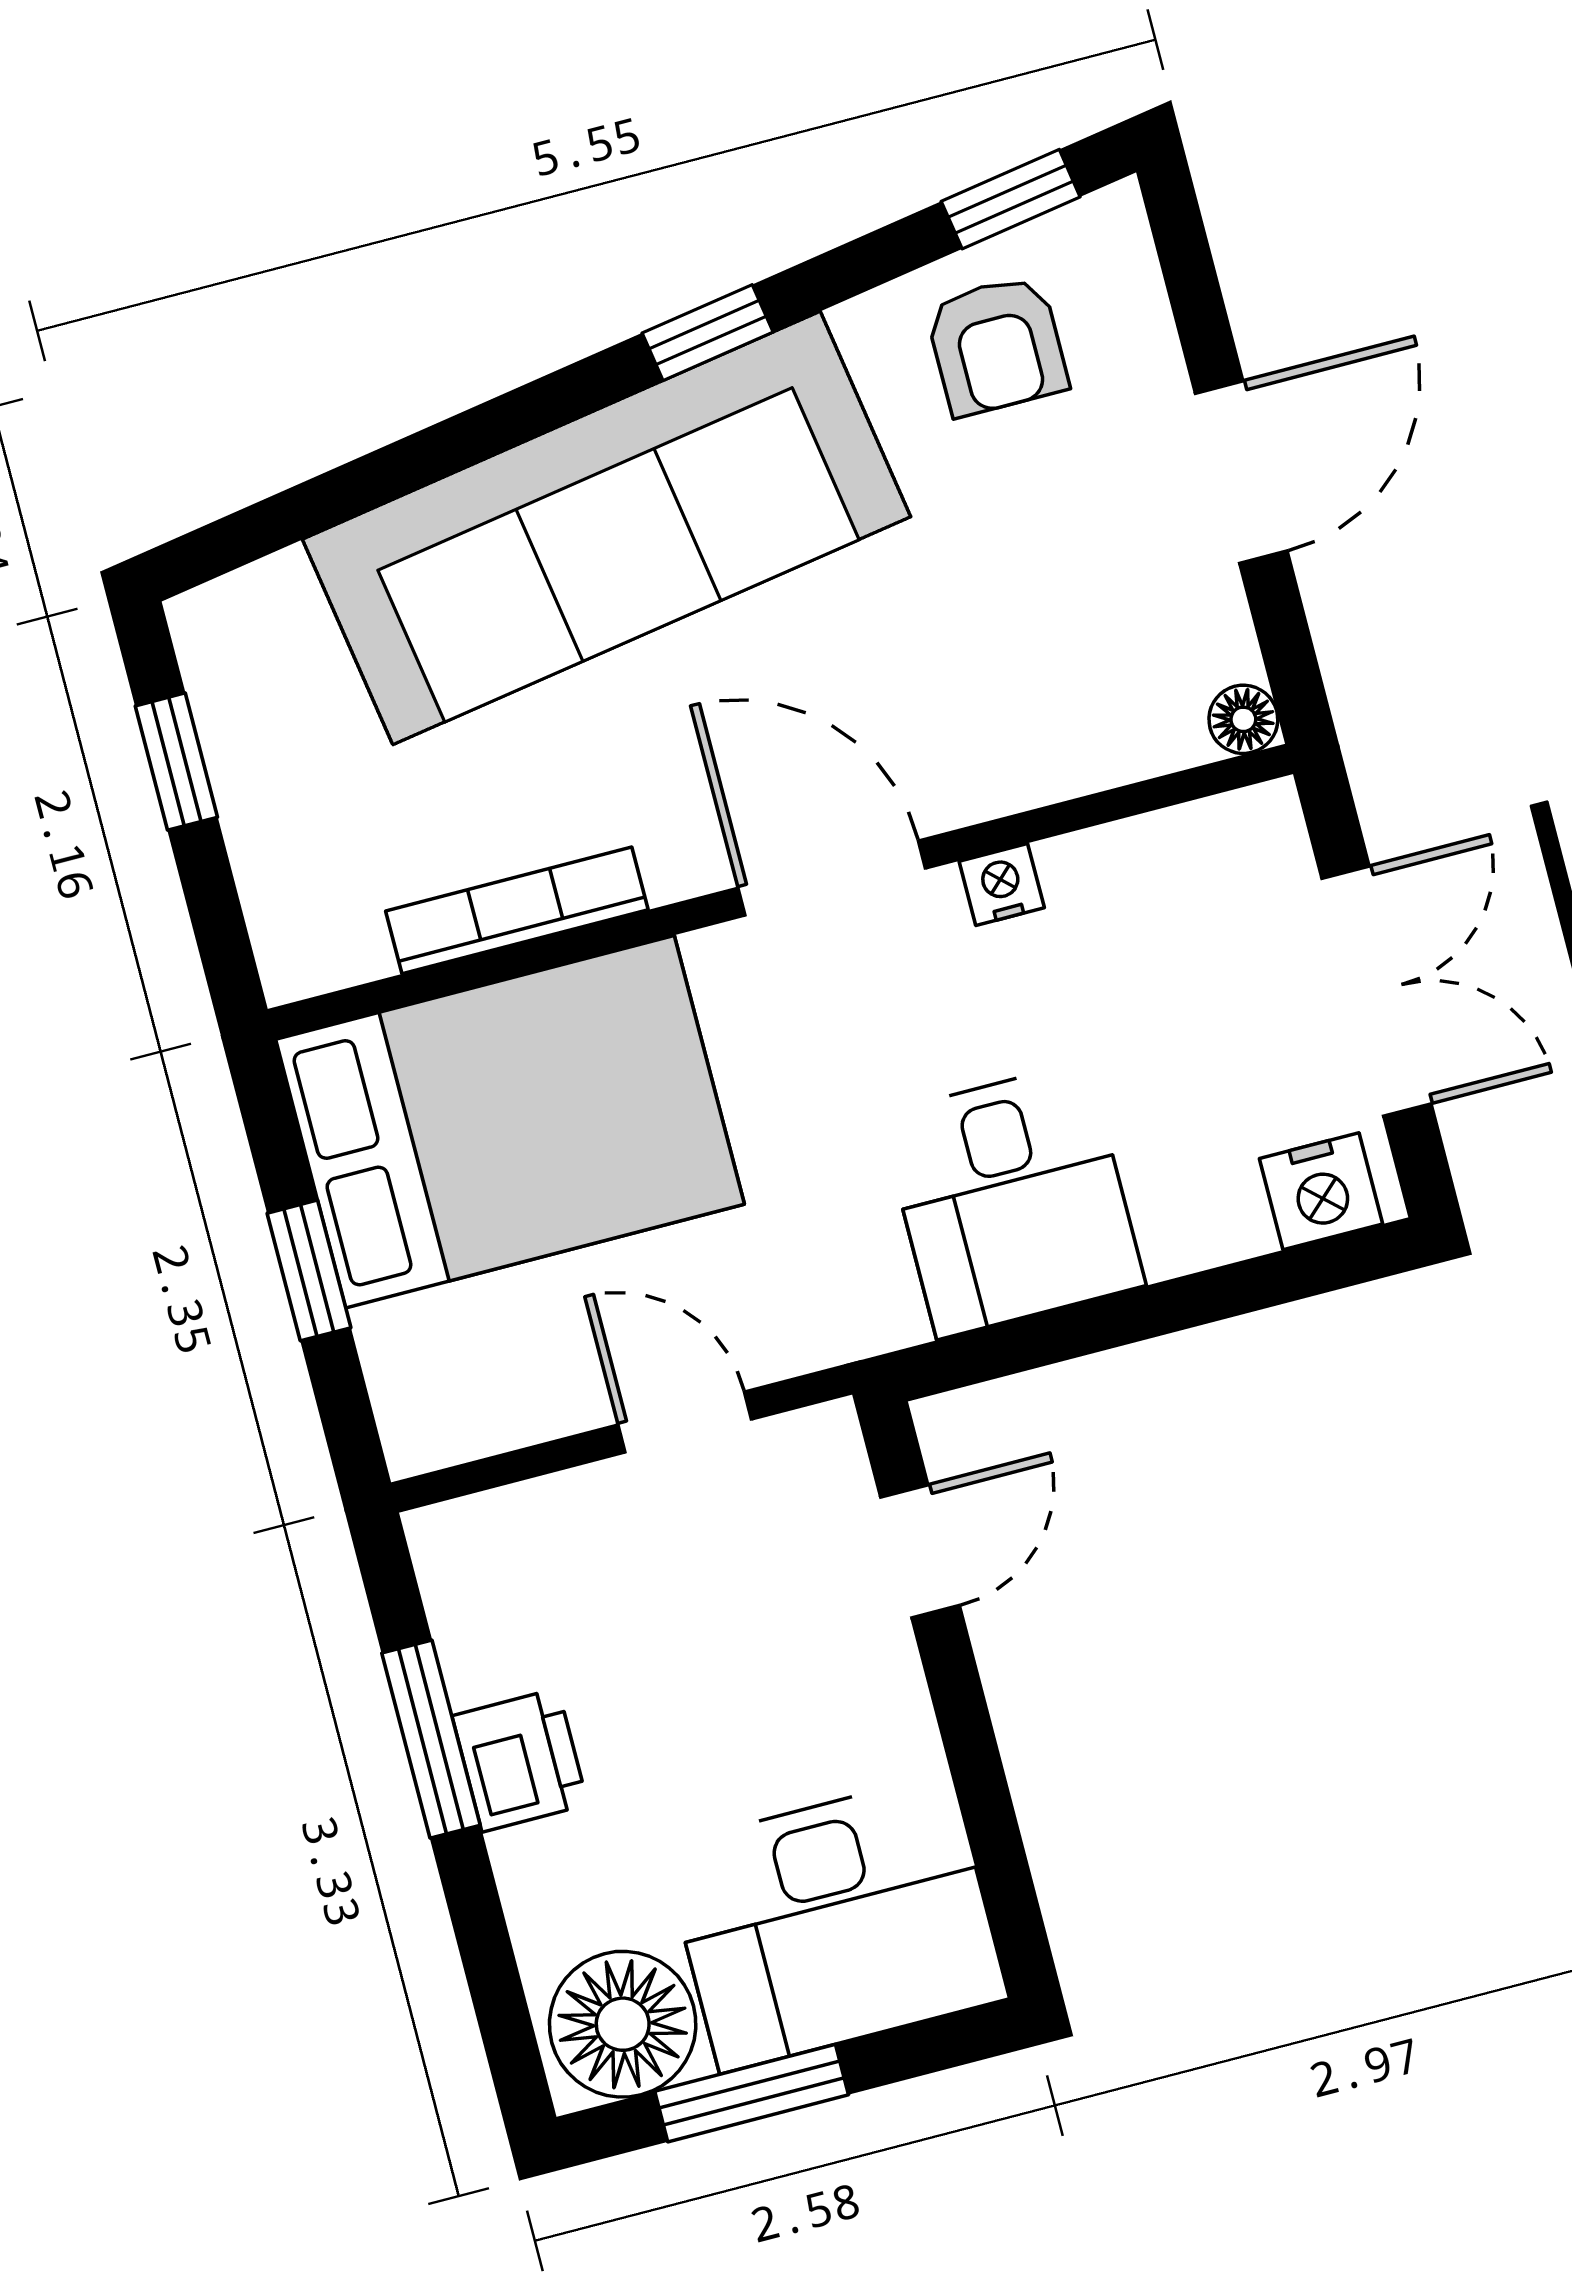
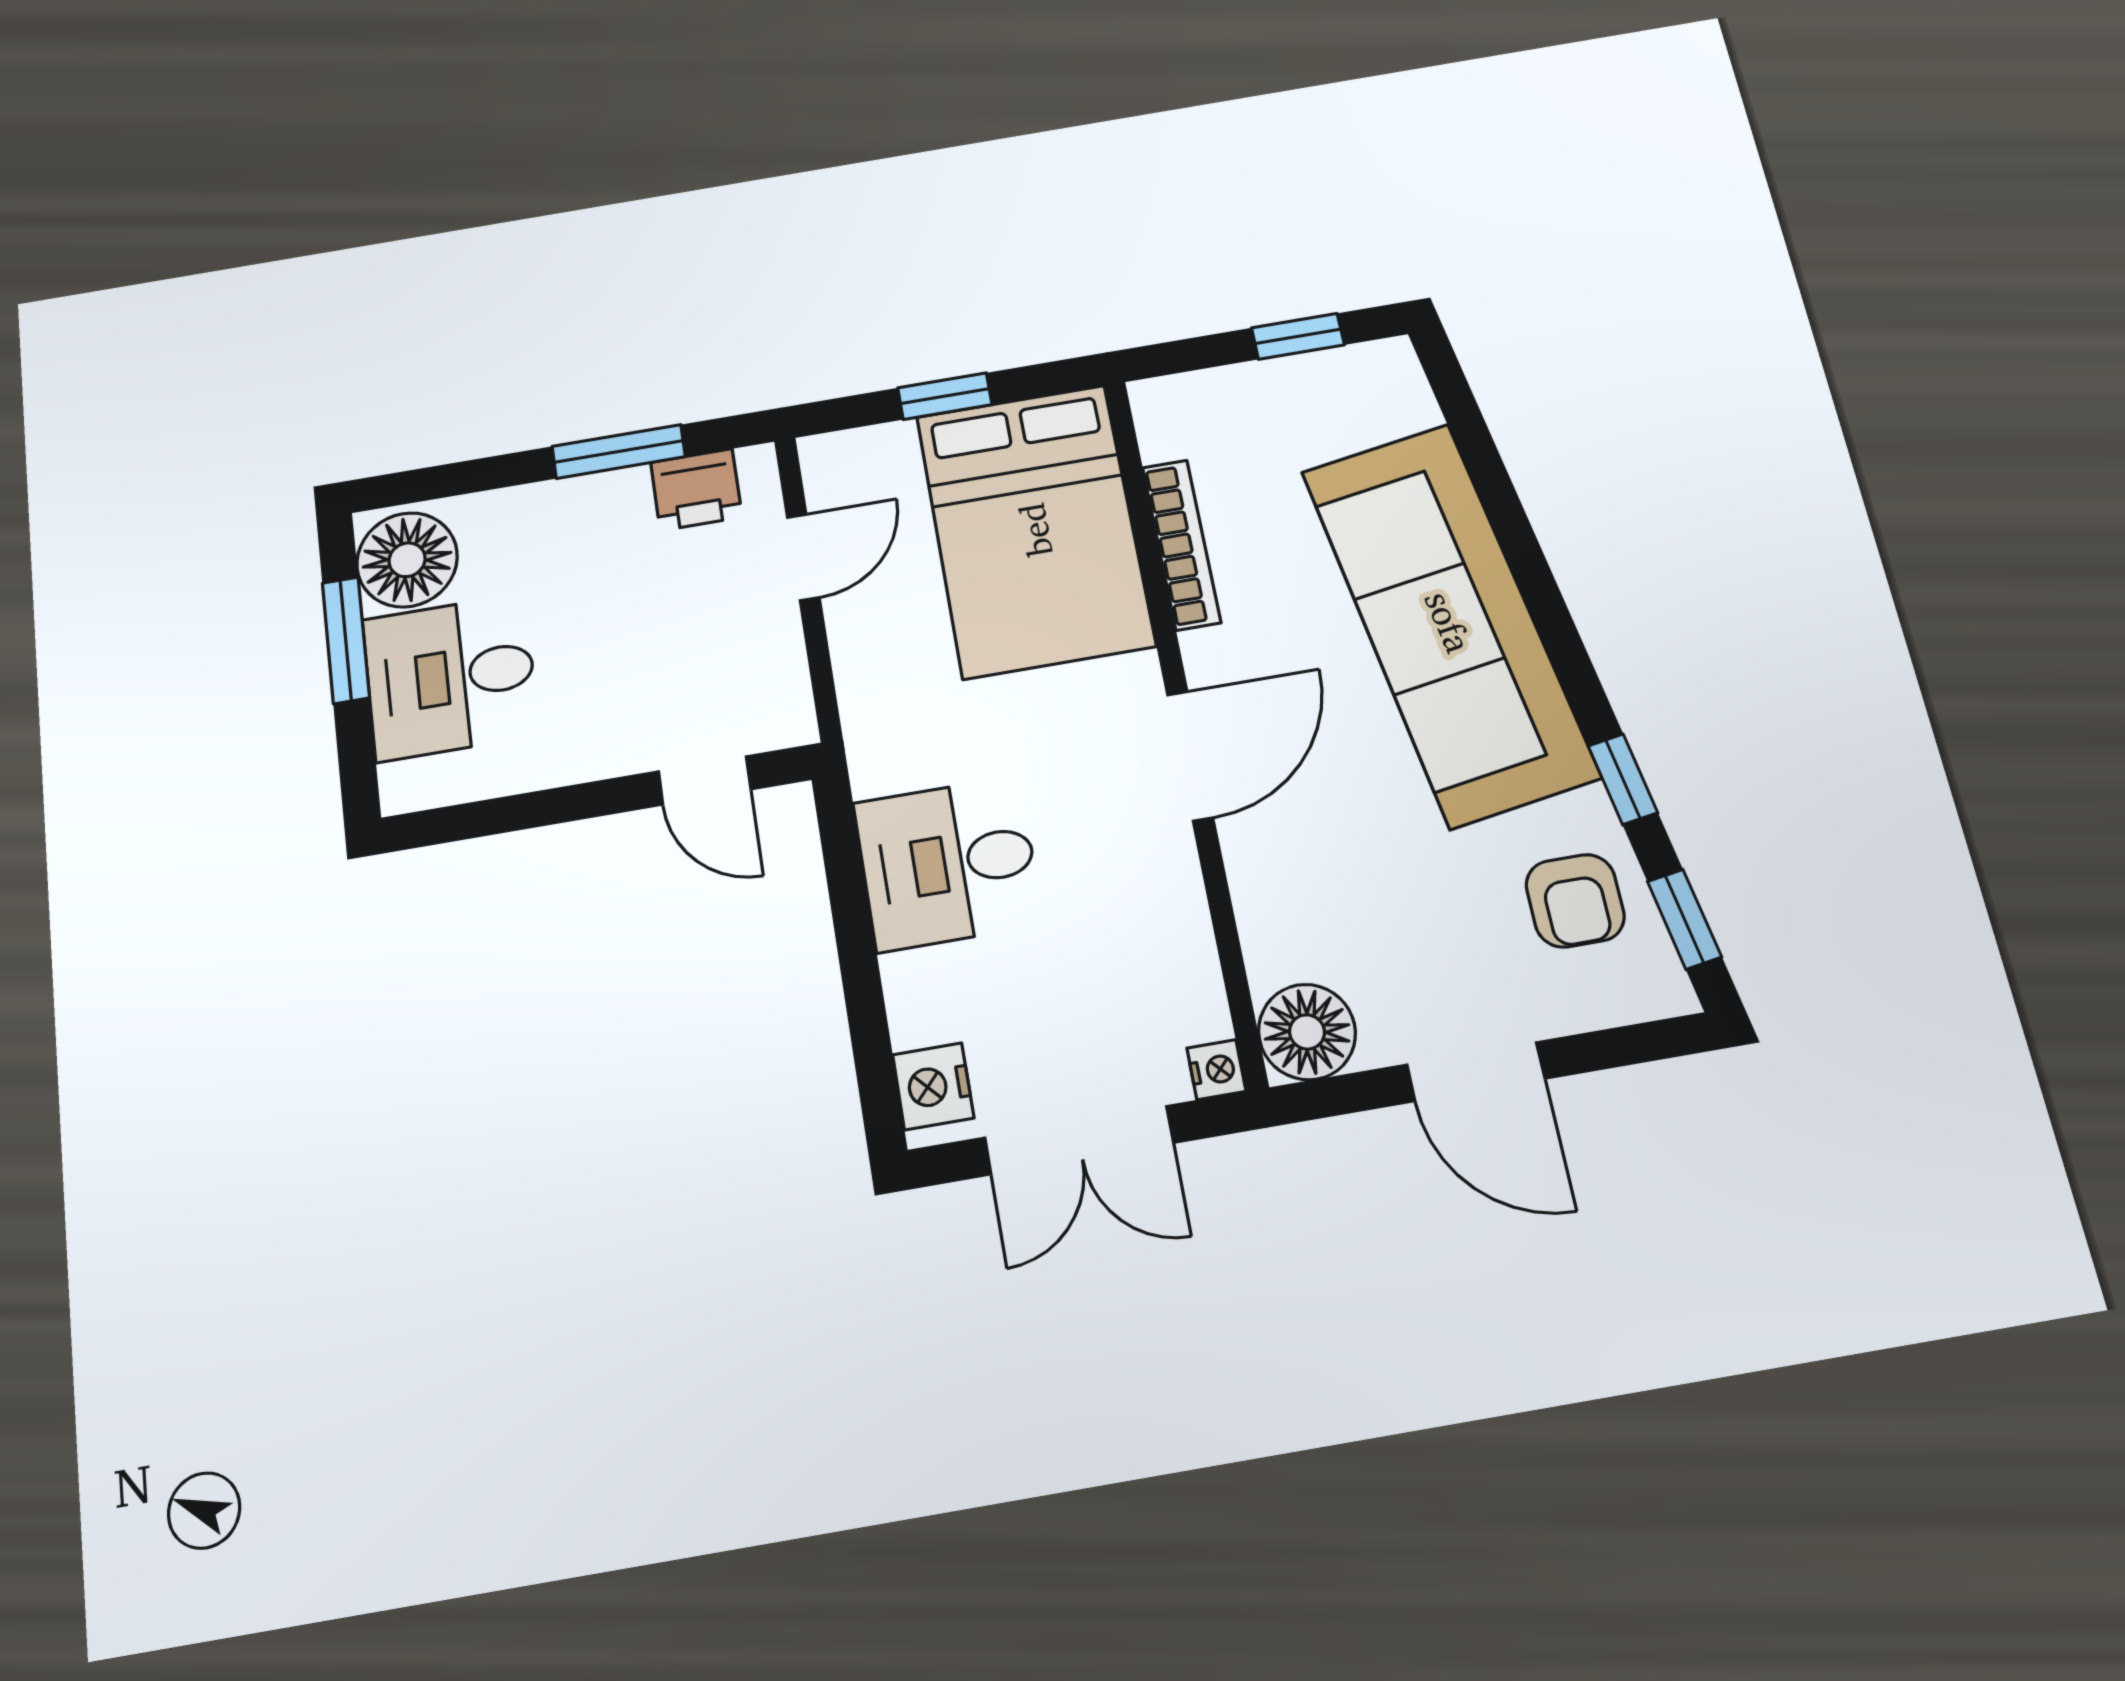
window: (708, 333) -> (1623, 779), moved
armchair: (997, 345) -> (1575, 901), turned -90
floor lamp: (1243, 719) -> (1307, 1032), width x1.89, depth x1.89
nightstand: (1002, 884) -> (1216, 1070), moved
door: (685, 1422) -> (803, 557), moved
printer: (520, 1760) -> (696, 490), moved
desk: (835, 1923) -> (451, 677), width x0.73

